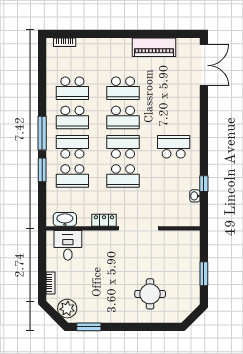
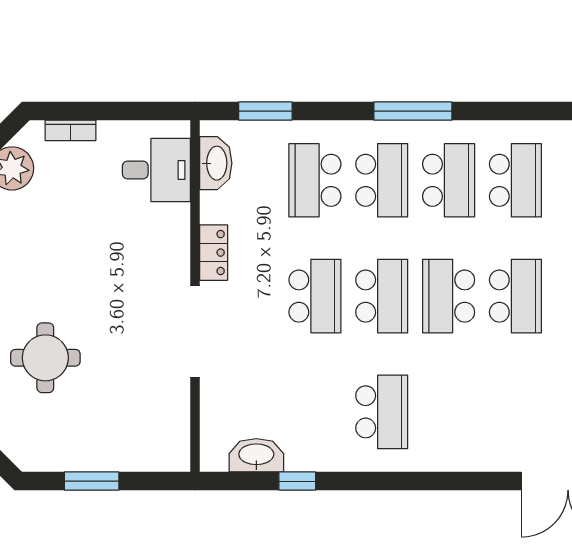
school desk: (72, 88) -> (515, 180), turned 180
school desk: (123, 88) -> (515, 296), turned 180
school desk: (72, 118) -> (449, 180), turned 180
window: (42, 170) -> (265, 111), moved
school desk: (123, 176) -> (315, 296), turned 180
washbasin: (195, 196) -> (256, 455), width x1.91, depth x1.45

